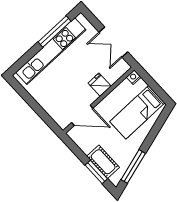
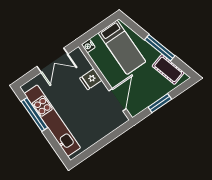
cot: (103, 162) -> (168, 69), moved, turned 74
window: (133, 166) -> (160, 48), moved
window: (96, 172) -> (160, 103), moved

